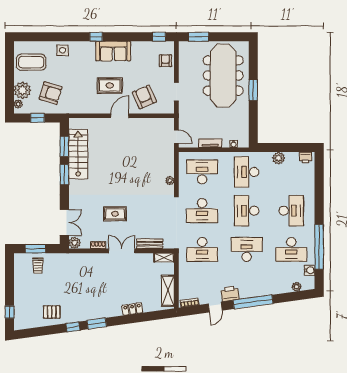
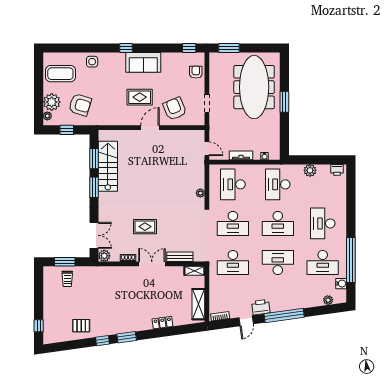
desk: (202, 172) -> (233, 184), turned -90
desk: (247, 211) -> (278, 223), turned -90
desk: (291, 211) -> (323, 223), turned 180

